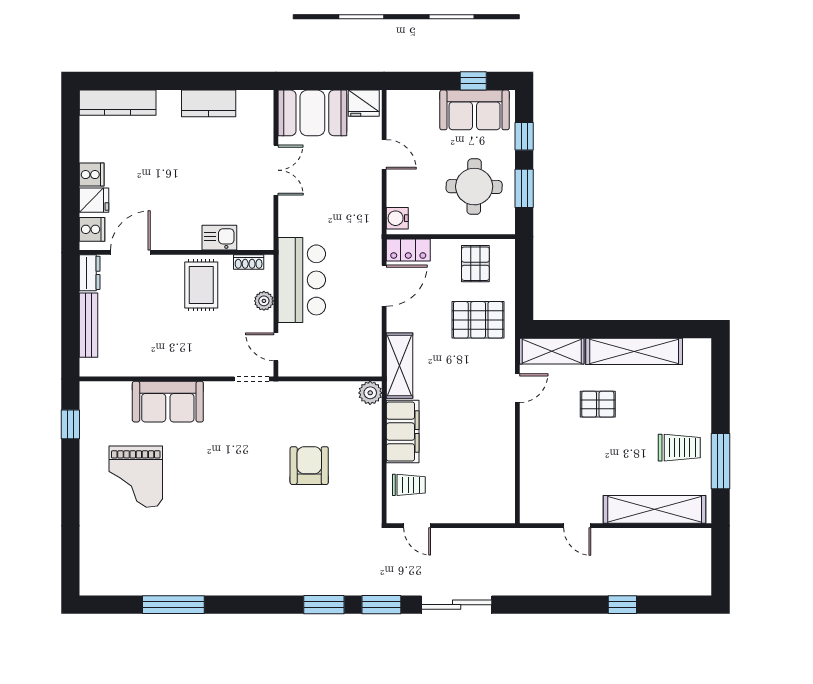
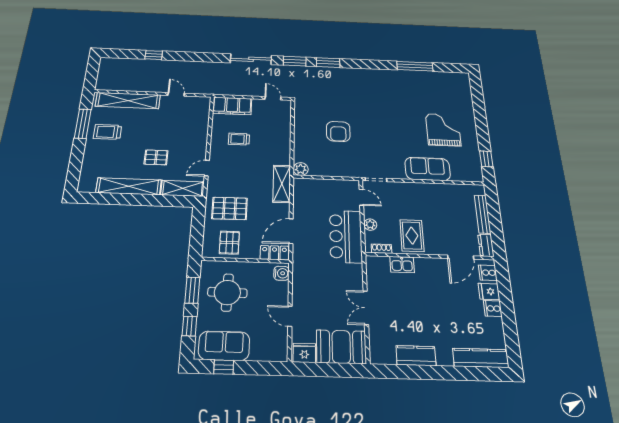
filing cabinet: (403, 432) -> (232, 106), moved, turned -90
trolley: (409, 485) -> (239, 139), moved

